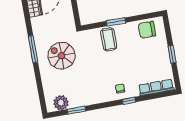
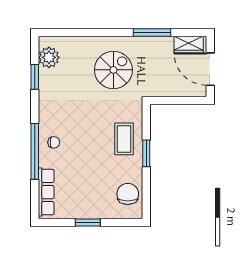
coffee table: (109, 39) -> (124, 139), turned 90
window: (33, 49) -> (152, 32), moved
window: (129, 101) -> (35, 151), width x3.17

